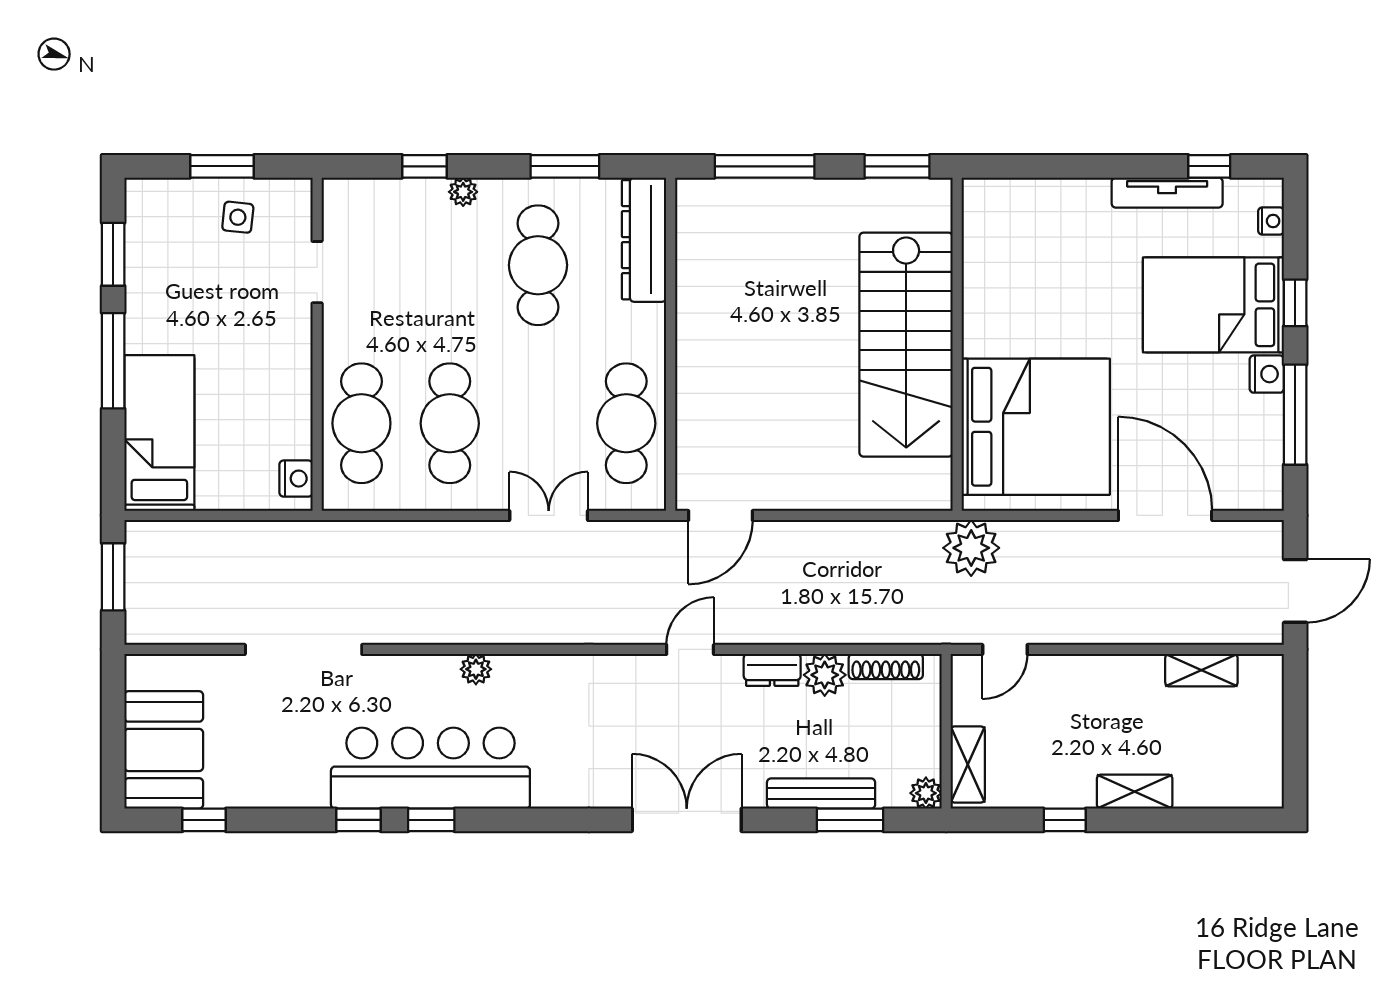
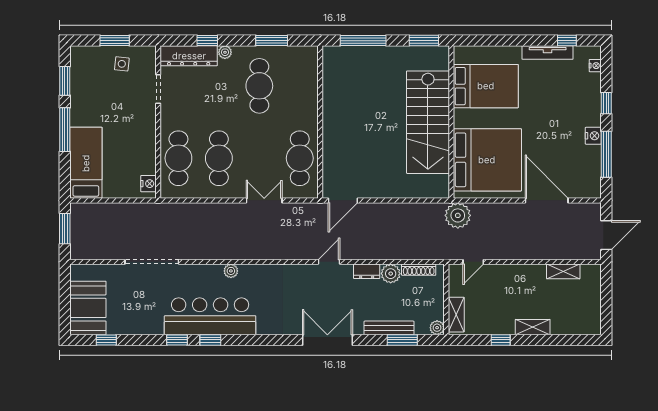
dresser: (644, 240) -> (189, 56), moved, turned -90
bed: (1213, 305) -> (486, 86), moved, turned 180

